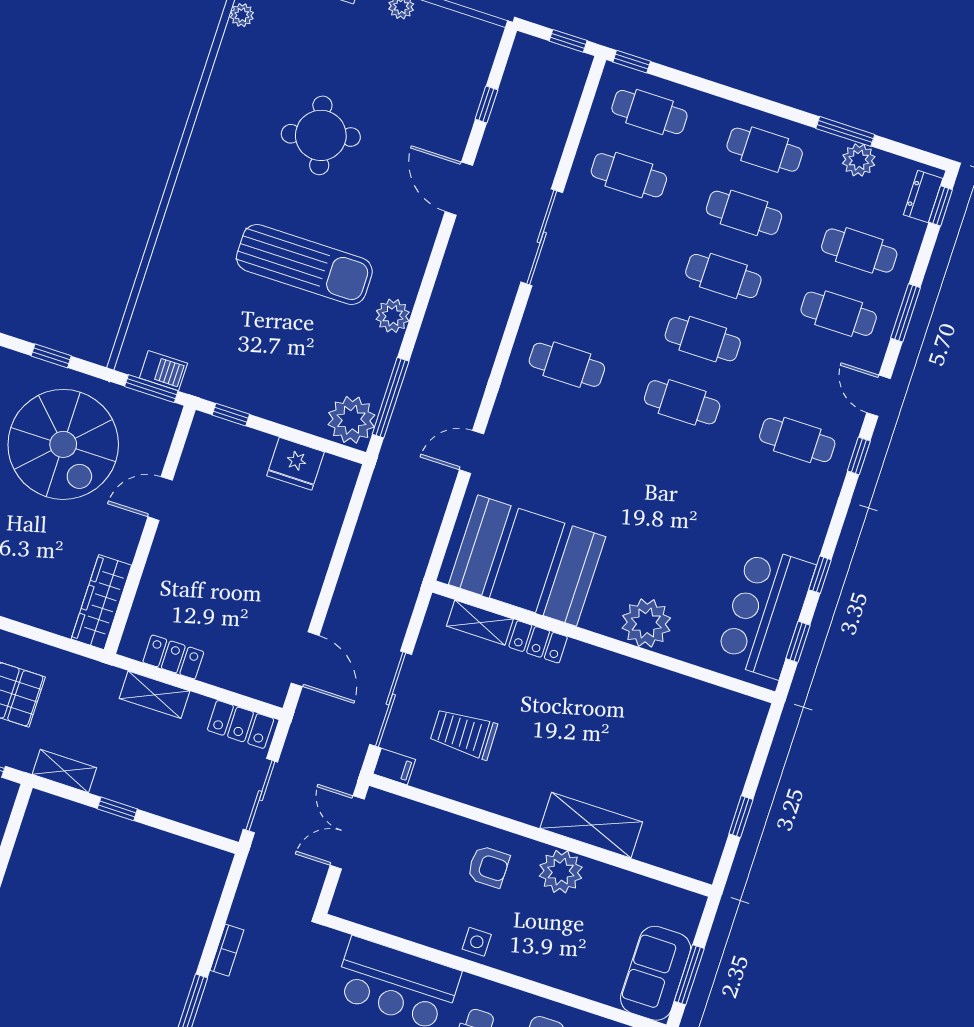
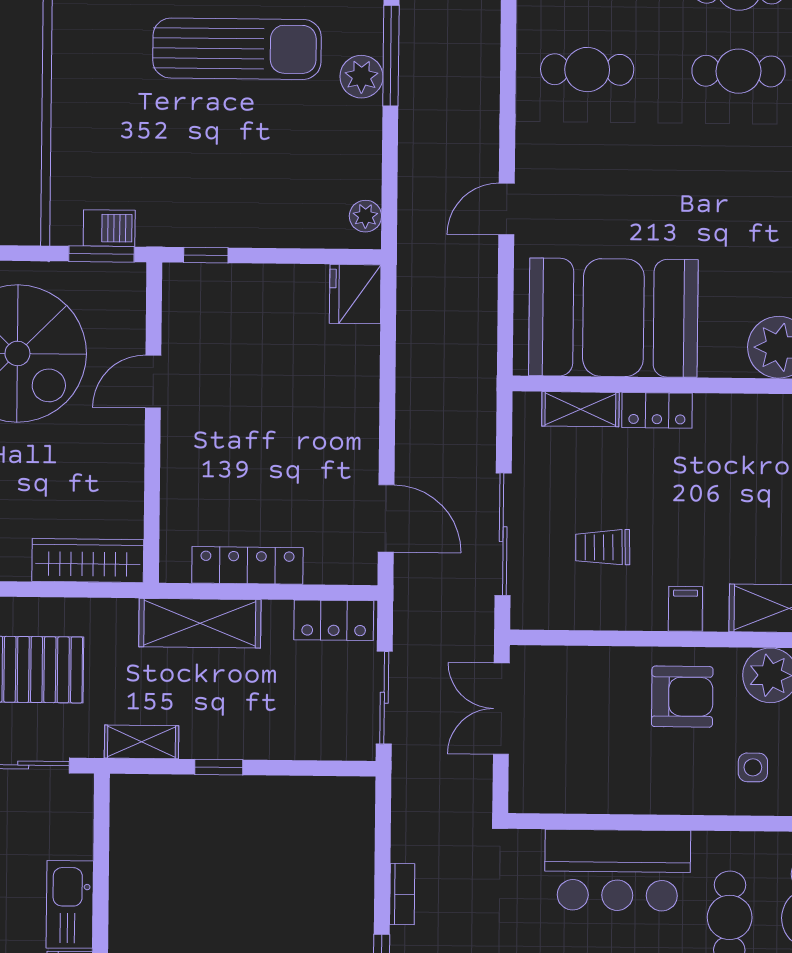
window: (391, 398) -> (391, 56), moved
plant: (351, 420) -> (365, 216), width x0.53, depth x0.53
fridge: (295, 464) -> (355, 294), moved, turned 90
wardrobe: (101, 602) -> (88, 561), moved, turned 90
locker: (173, 657) -> (247, 565), width x1.53
shelving: (154, 695) -> (200, 623), width x1.50, depth x1.33
trolley: (464, 733) -> (603, 547), width x0.73, depth x0.72
filing cabinet: (394, 767) -> (685, 609), moved, turned -90
armchair: (488, 867) -> (682, 697), width x1.38, depth x1.38
side table: (477, 942) -> (753, 767), moved

